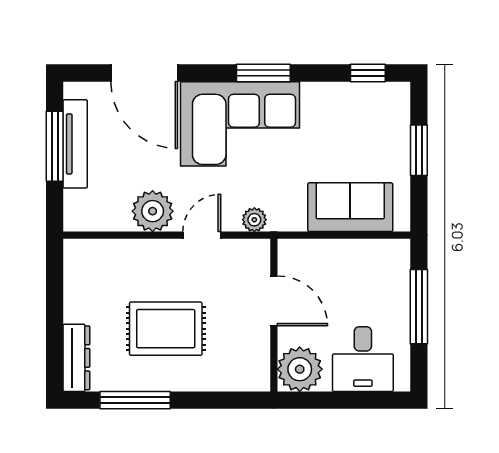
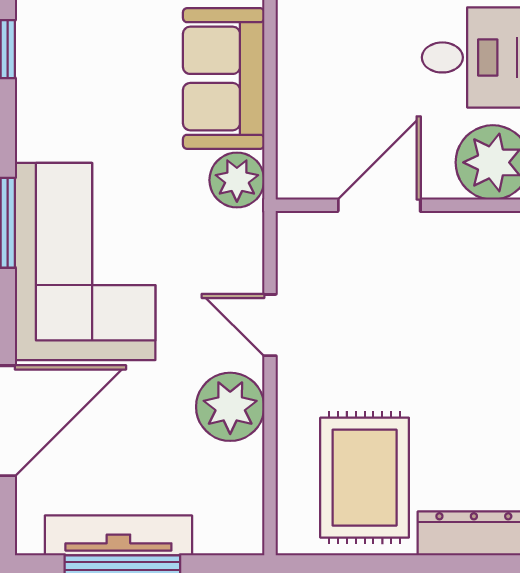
plant: (254, 220) -> (237, 180), moved, width x1.38, depth x1.38
rug: (166, 329) -> (365, 478), moved

